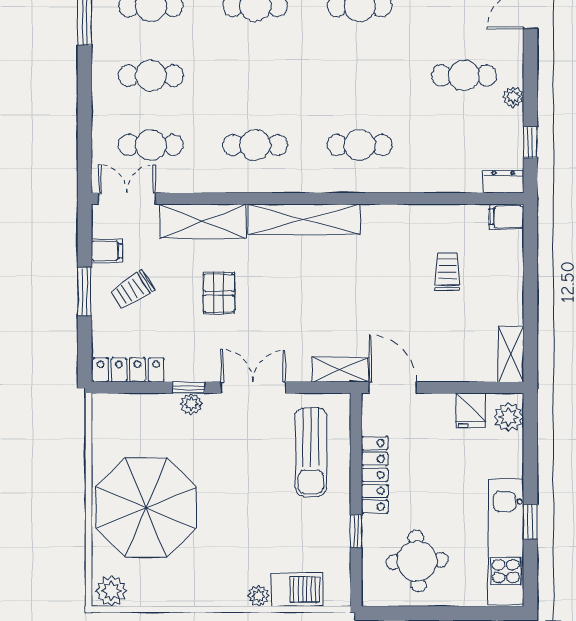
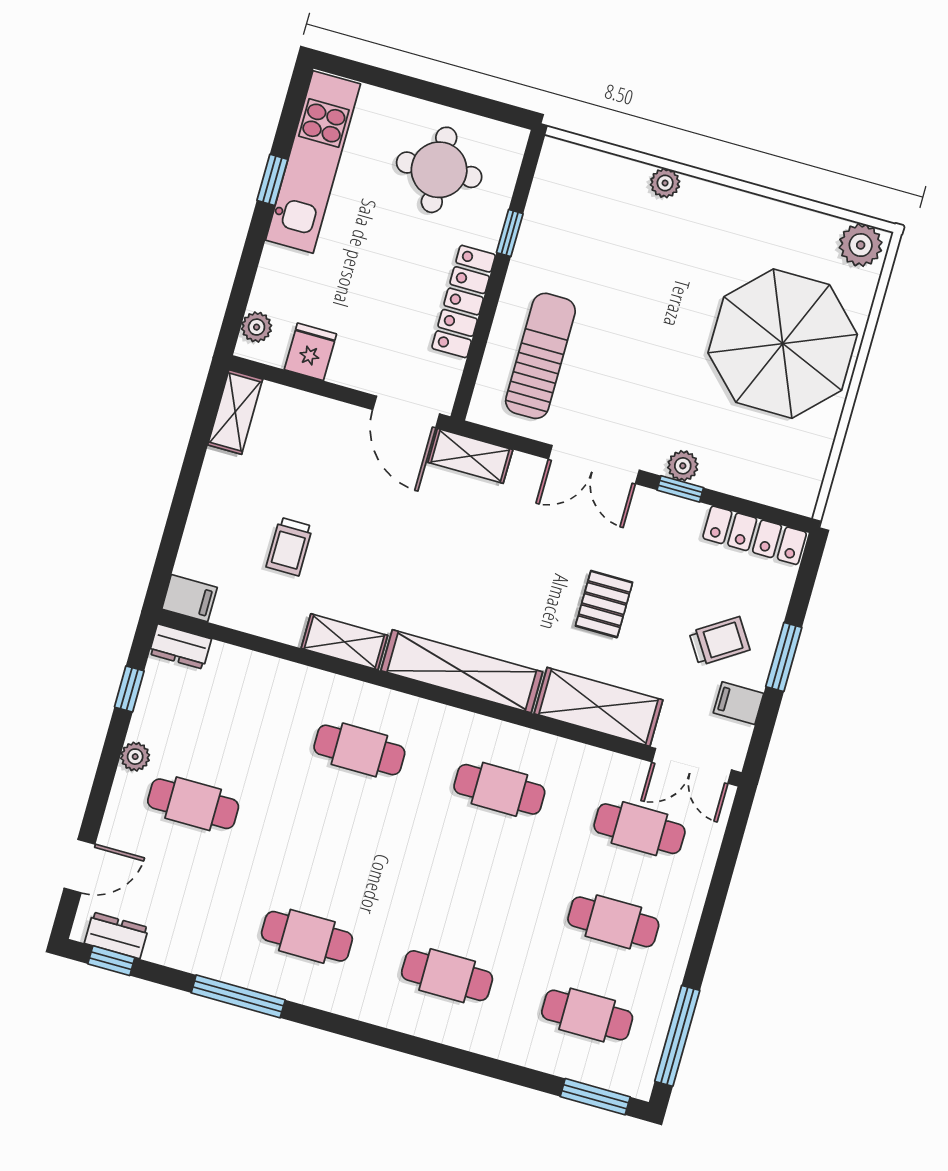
shelving: (391, 217) -> (344, 642), added
plant: (509, 417) -> (257, 327), width x0.73, depth x0.73
barbecue: (297, 590) -> (611, 177), removed

